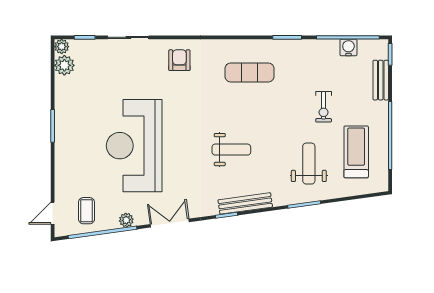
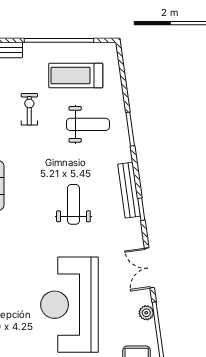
exercise bike: (324, 107) -> (29, 109), turned -90
reception desk: (134, 146) -> (69, 305), turned 90
weight bench: (309, 164) -> (88, 124), turned 180

